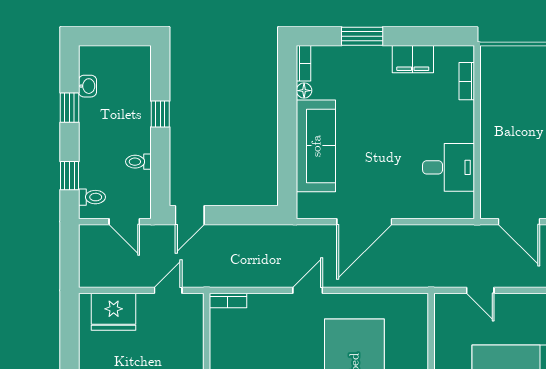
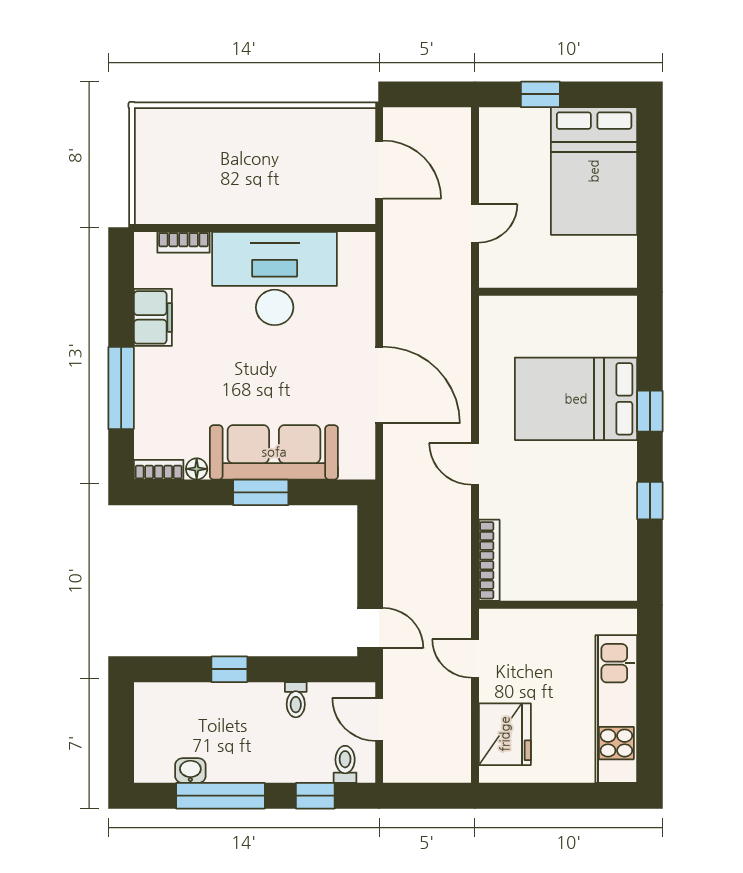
window: (362, 36) -> (121, 388), width x1.44
window: (69, 108) -> (220, 796), width x2.17
window: (287, 136) -> (261, 492), added
desk: (448, 167) -> (275, 278), width x1.87, depth x1.30
door: (124, 222) -> (379, 719), swing flipped
door: (519, 222) -> (379, 170), hinge flipped
bookcase: (228, 301) -> (489, 560), width x1.56

